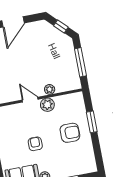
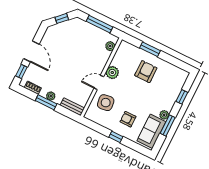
plant: (50, 89) -> (110, 46), moved
side table: (17, 119) -> (106, 103), added
armchair: (35, 144) -> (128, 119), moved

